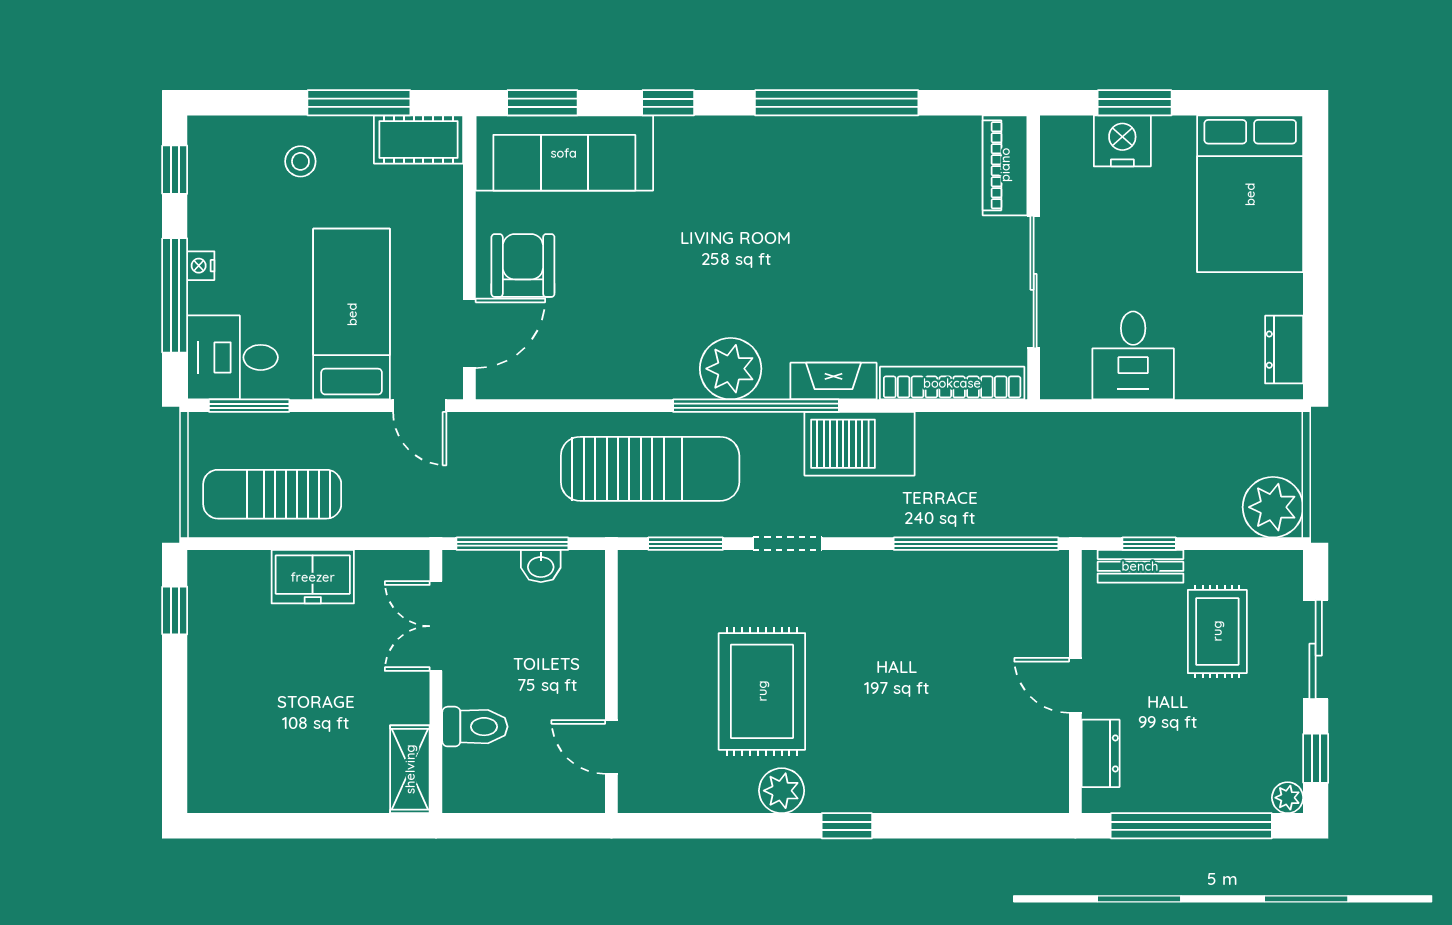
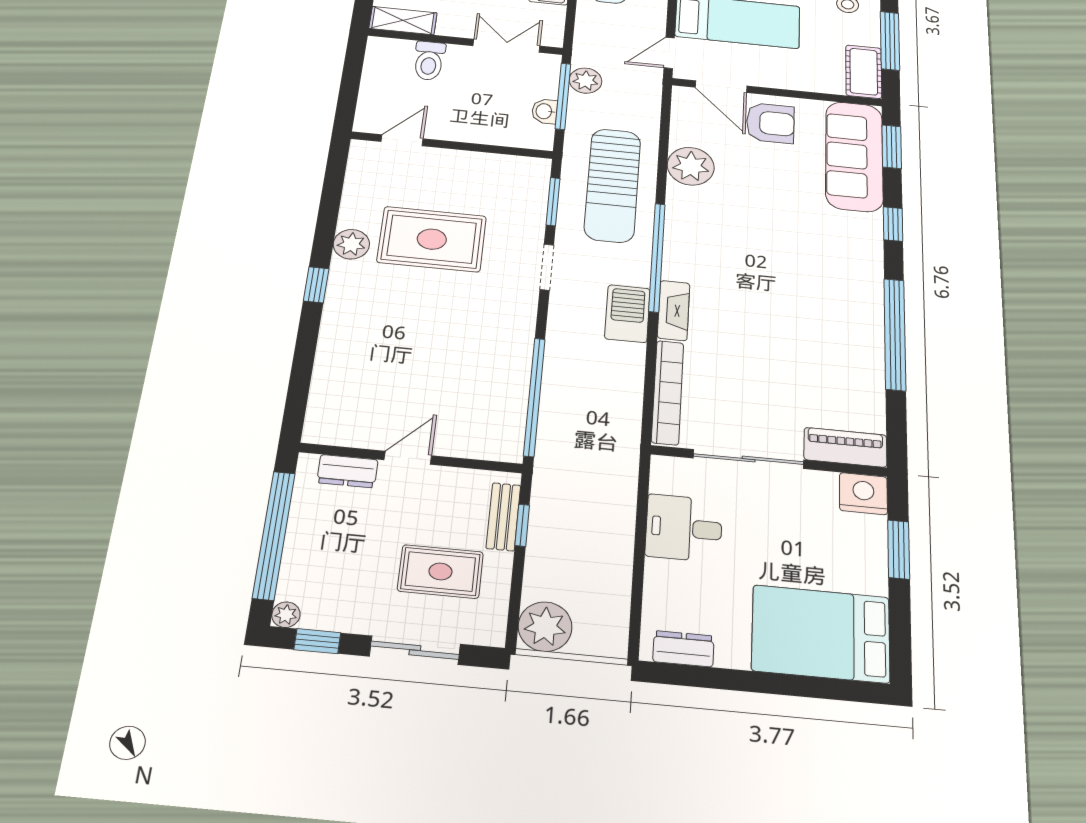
nightstand: (1122, 141) -> (863, 494), moved, turned -90
plant: (731, 369) -> (691, 166), moved
barbecue: (860, 444) -> (627, 314), width x0.73, depth x0.83
plant: (482, 516) -> (586, 81), added

